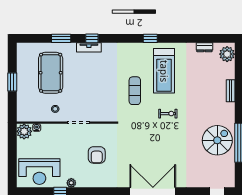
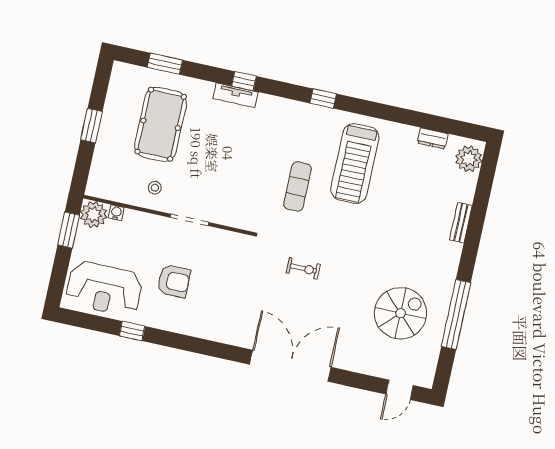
window: (61, 38) -> (165, 64), moved
window: (150, 38) -> (323, 98), moved
exercise bike: (168, 114) -> (303, 268), moved
spiral stairs: (217, 140) -> (401, 313), moved
window: (12, 143) -> (69, 230), added
armchair: (97, 155) -> (174, 281), moved, turned -90
plant: (71, 183) -> (155, 320), removed

